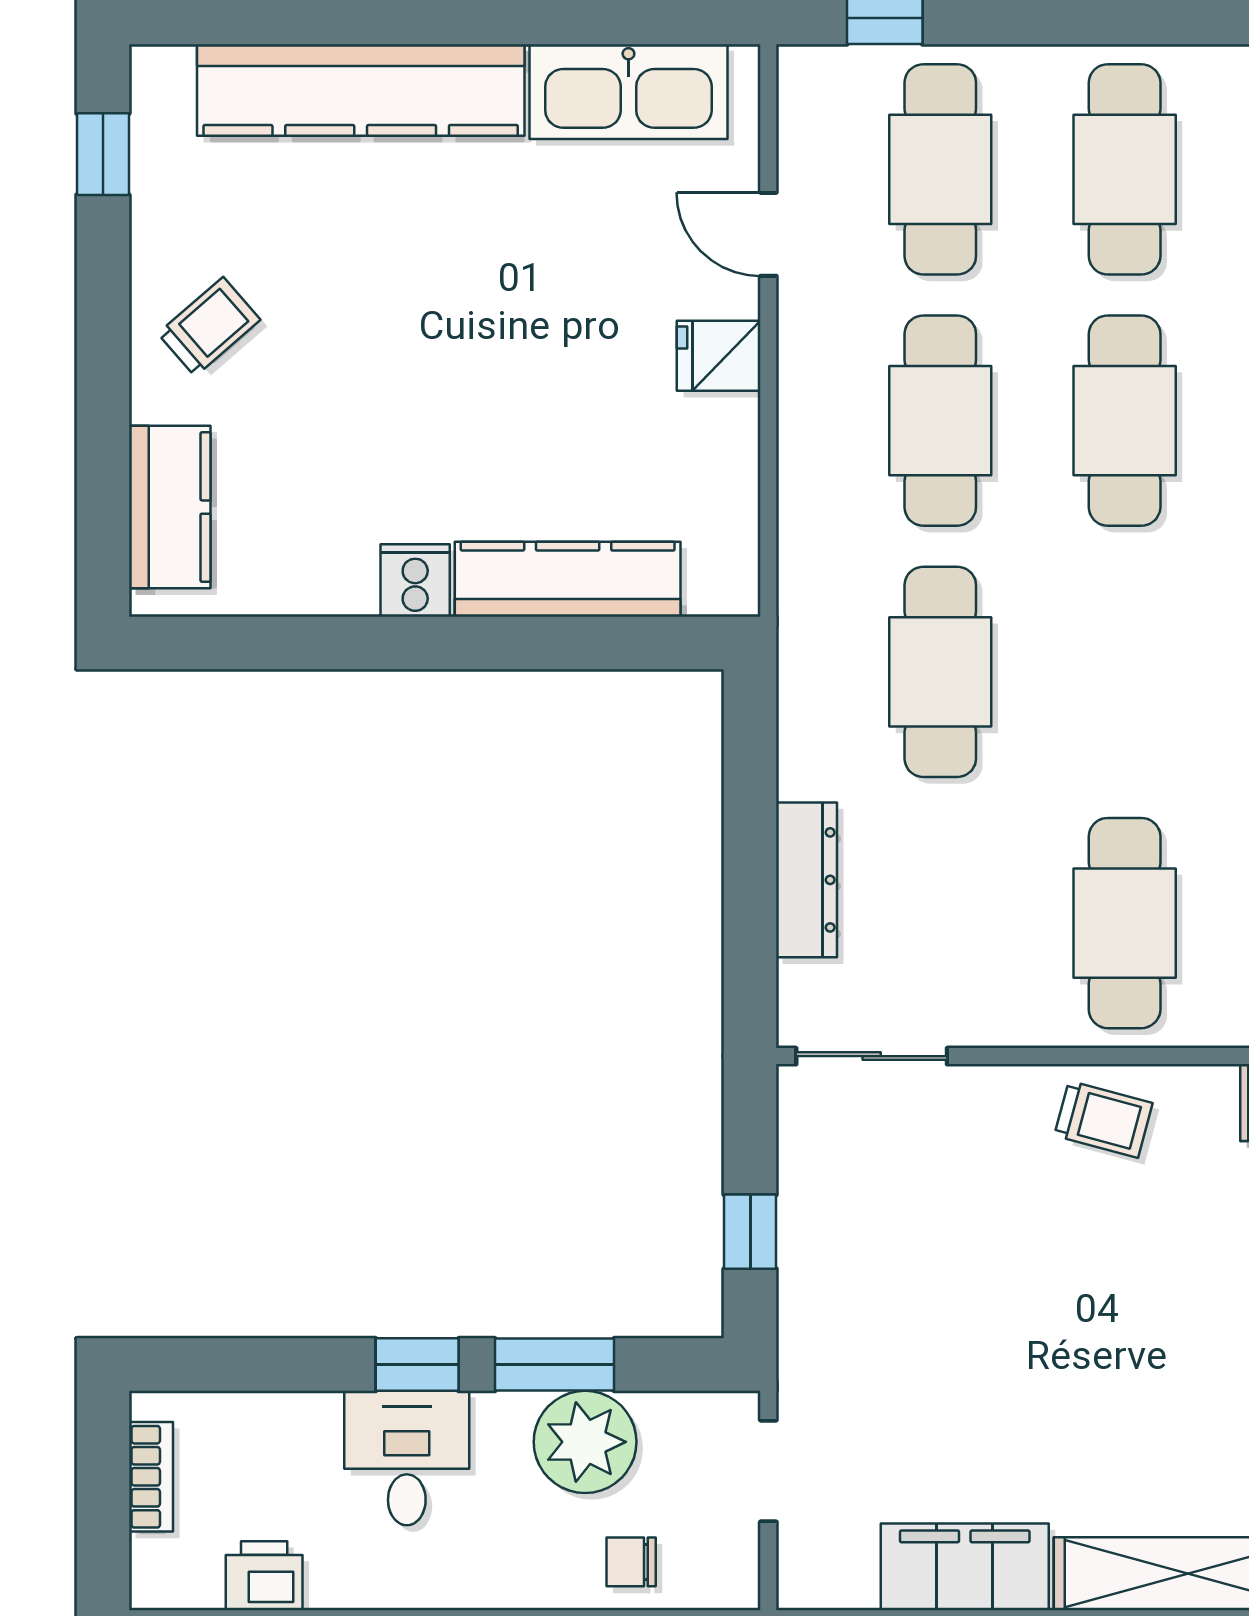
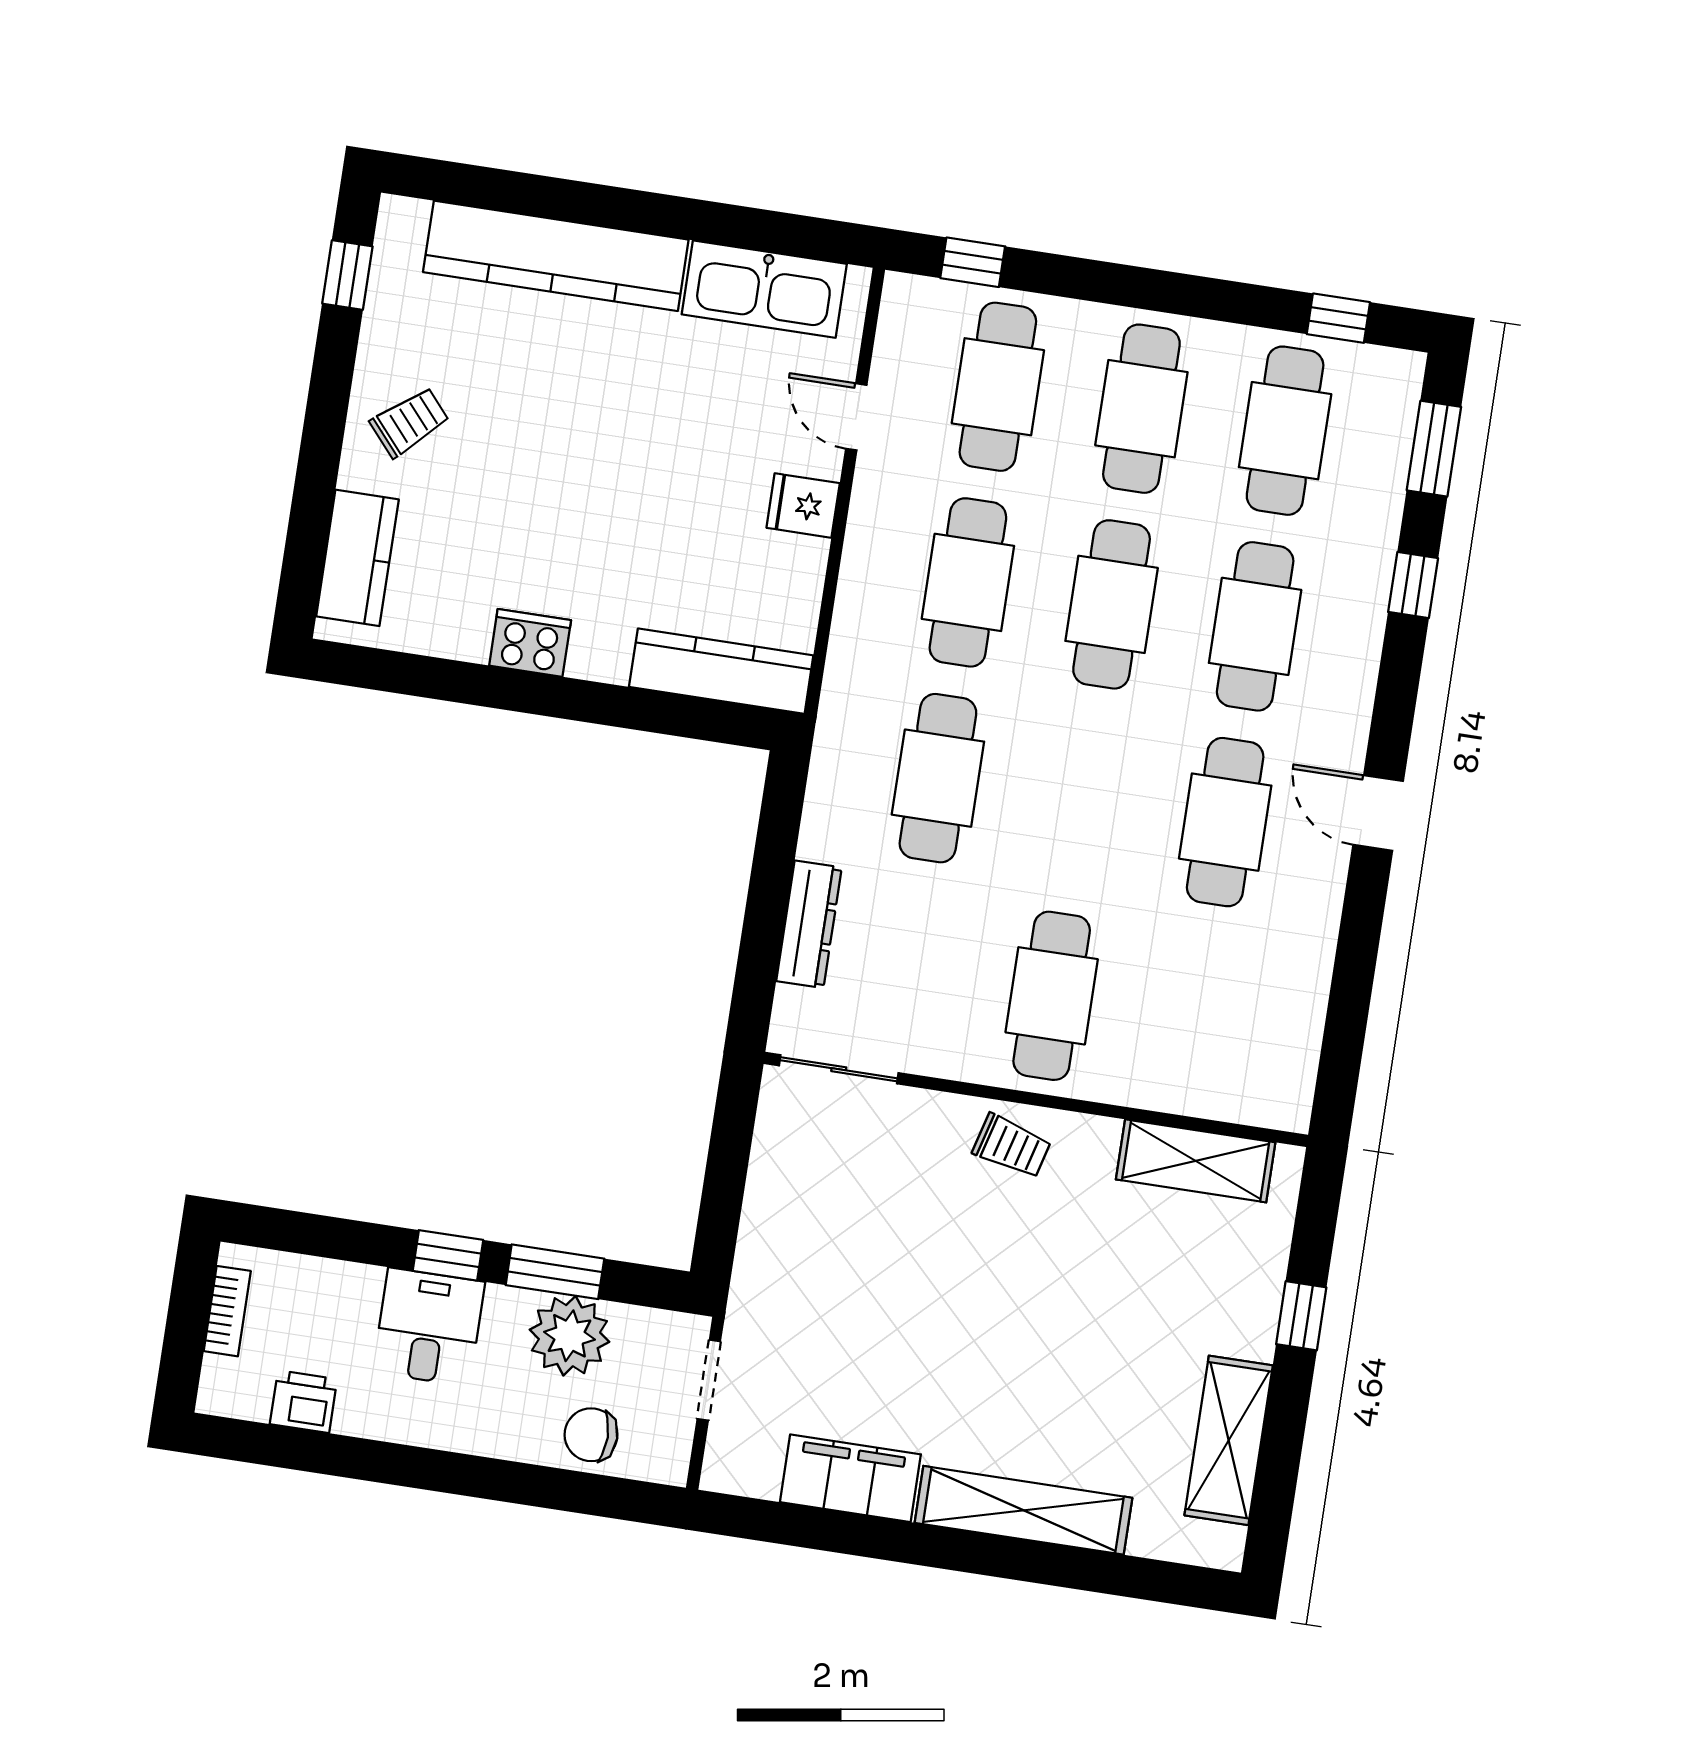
kitchen counter: (568, 579) -> (721, 671), moved
cooker: (415, 580) -> (530, 643), width x1.36
window: (750, 1232) -> (723, 1192), removed
chair: (631, 1562) -> (591, 1435), width x1.37, depth x1.37

